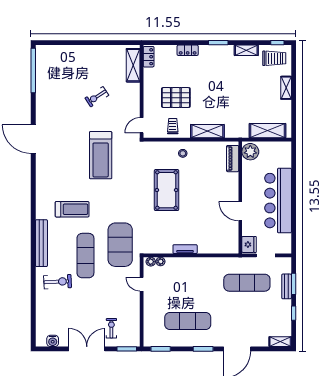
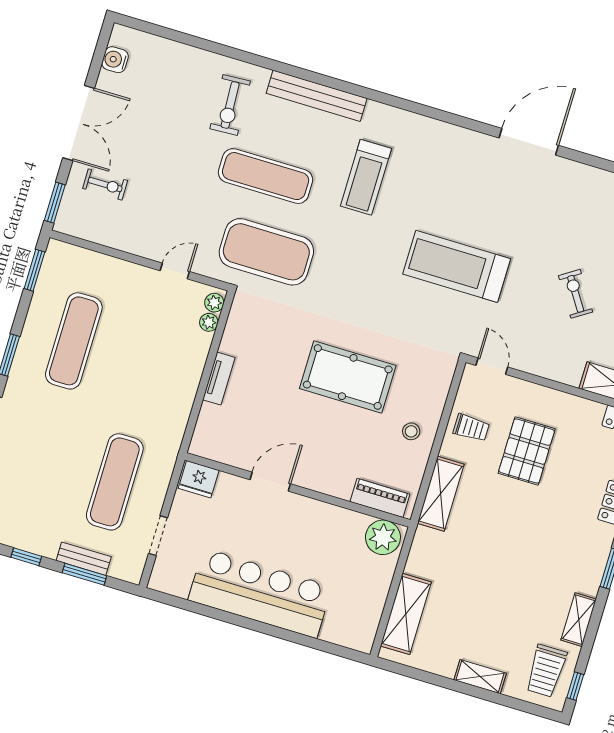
plant: (250, 152) -> (383, 537), moved
piano: (233, 159) -> (380, 498), moved
wall: (240, 198) -> (298, 490), moved
door: (240, 211) -> (270, 482), moved
fridge: (249, 244) -> (199, 479), moved

